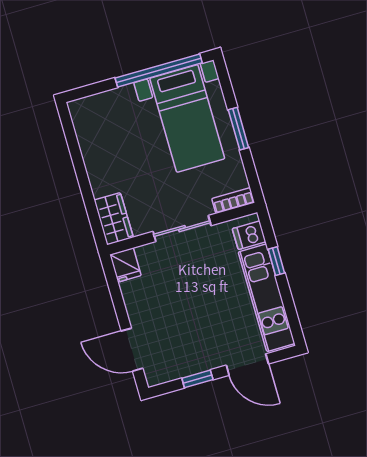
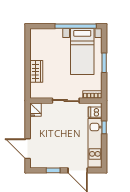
wardrobe: (114, 219) -> (36, 71), moved

